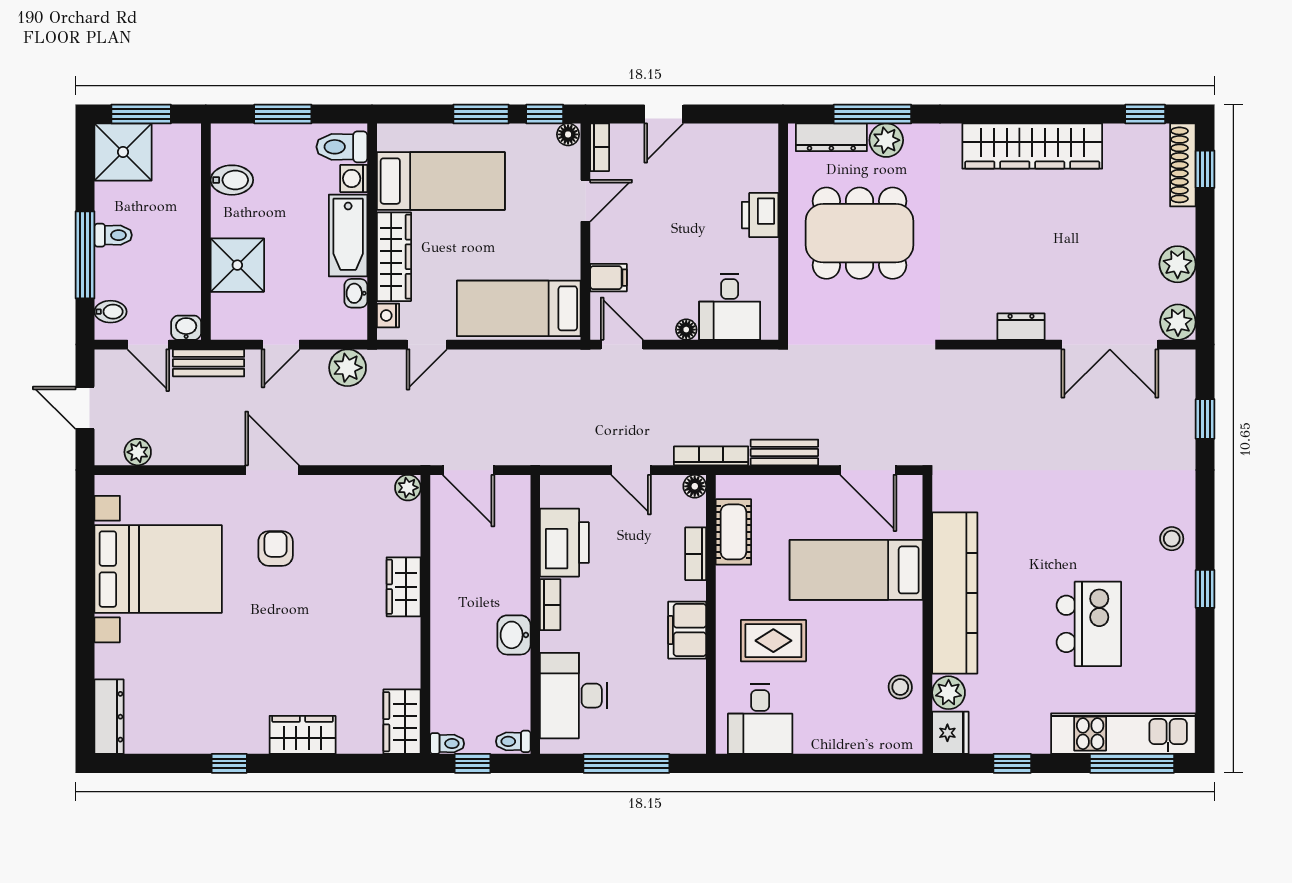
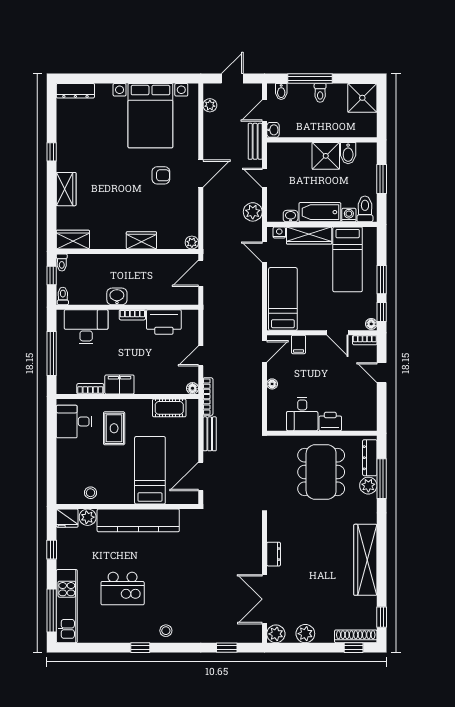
window: (141, 114) -> (382, 107), removed
shower: (237, 265) -> (326, 156), moved
desk: (730, 307) -> (302, 414), moved, turned -90
bookcase: (696, 554) -> (90, 389), moved

